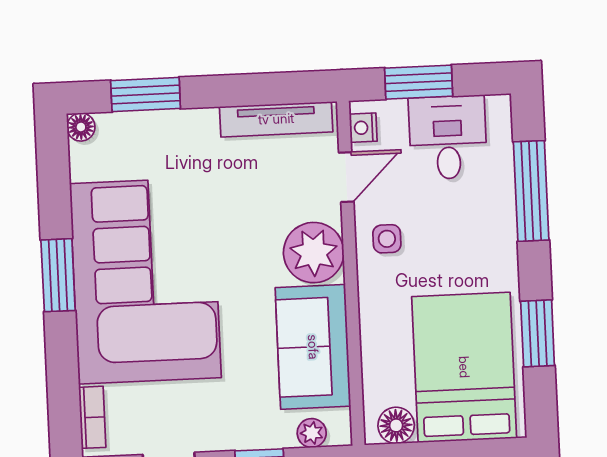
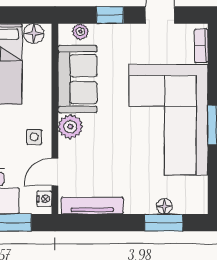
floor lamp: (81, 127) -> (164, 206), moved
plant: (314, 253) -> (70, 127), width x0.73, depth x0.73

